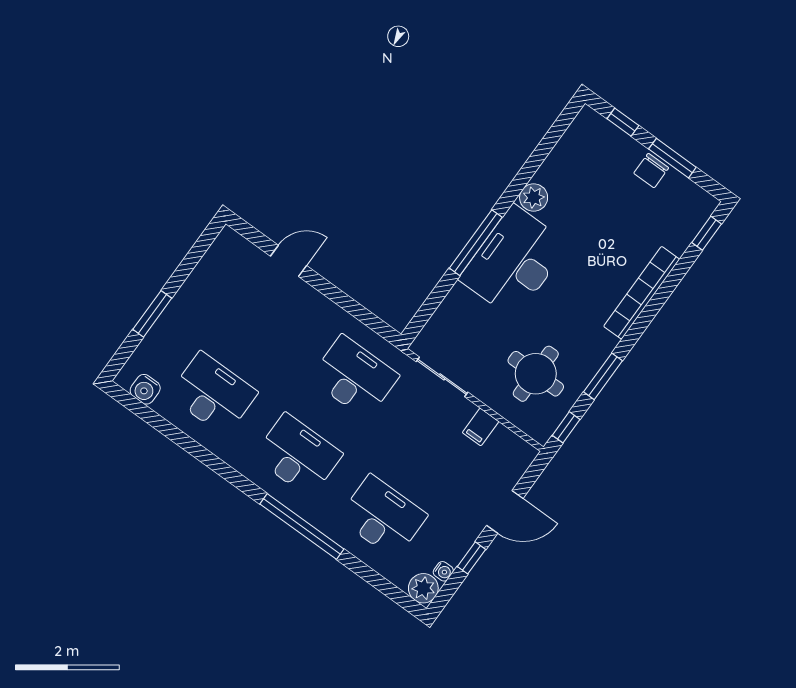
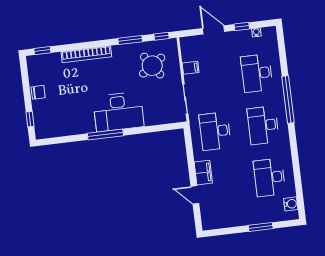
window: (672, 158) -> (26, 89), removed
plant: (534, 197) -> (88, 126), removed
window: (476, 243) -> (105, 135), moved
filing cabinet: (310, 304) -> (203, 173), added
round table: (536, 374) -> (152, 66), turned -35
plant: (423, 588) -> (269, 34), removed

